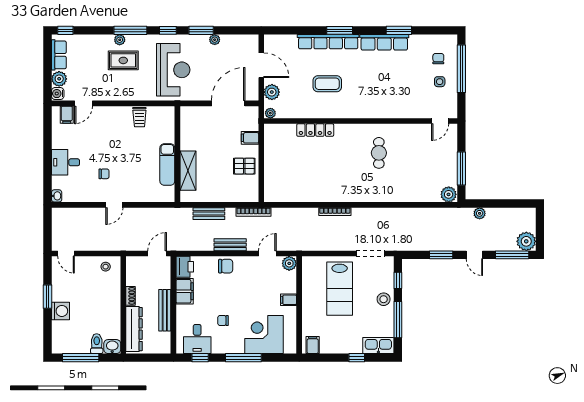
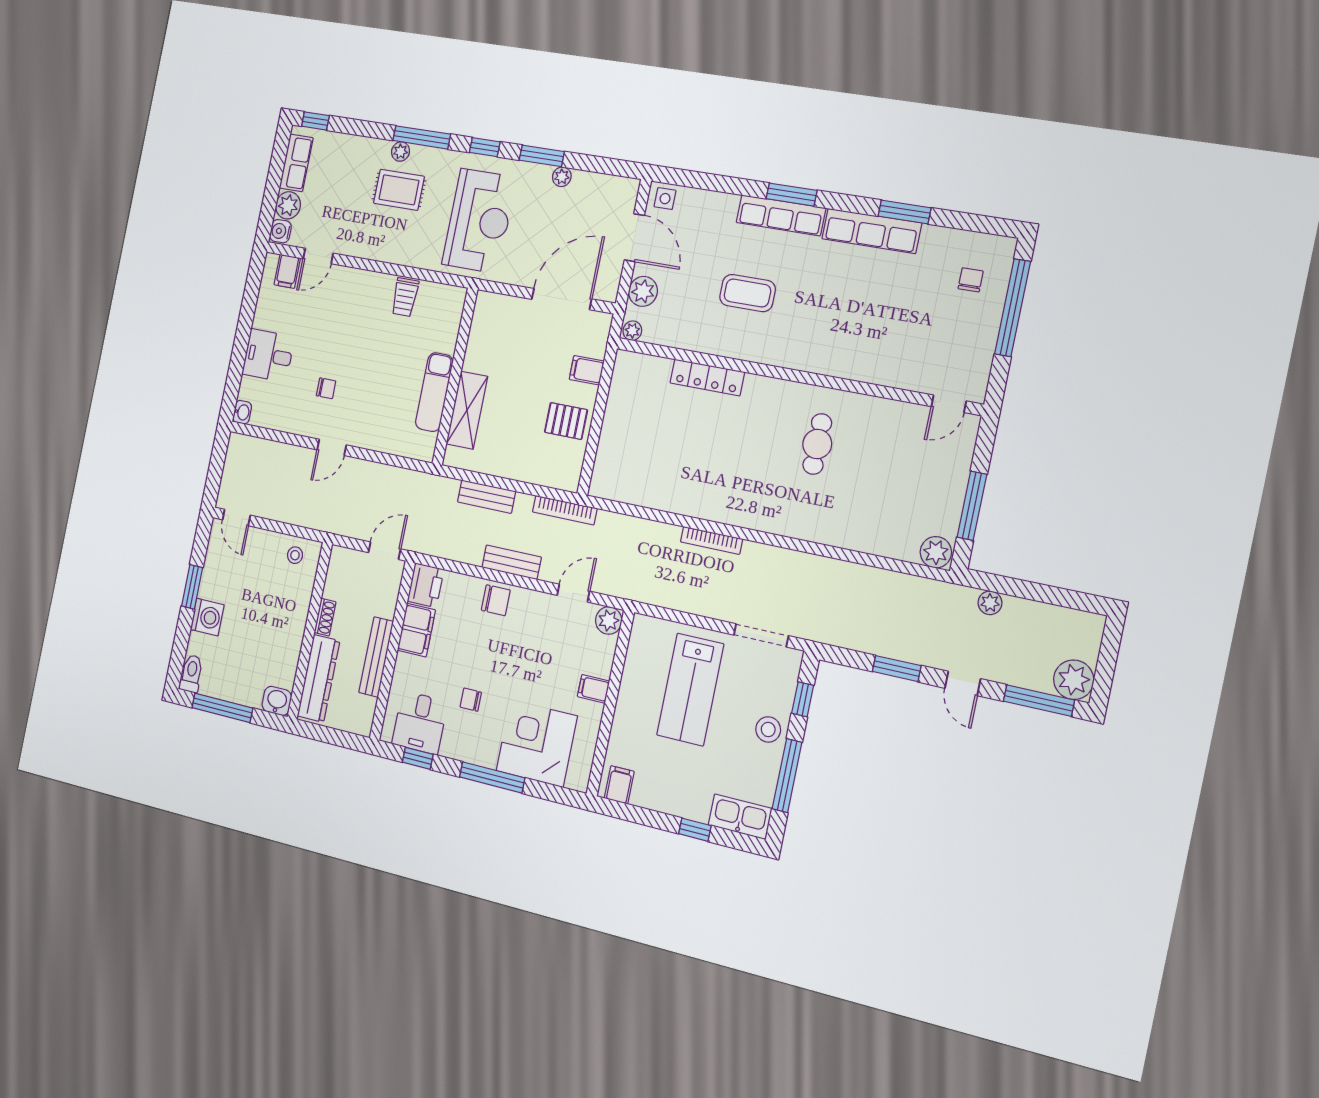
row of seats: (328, 42) -> (781, 215), width x0.73
side table: (440, 82) -> (665, 199), moved
toilet: (97, 344) -> (191, 674), moved

